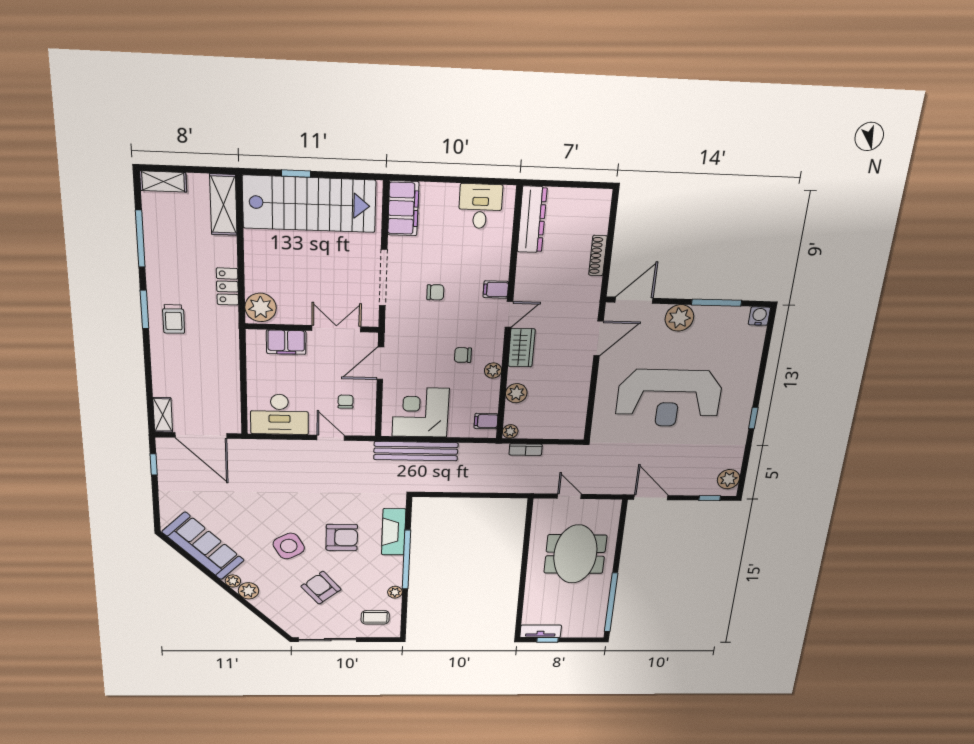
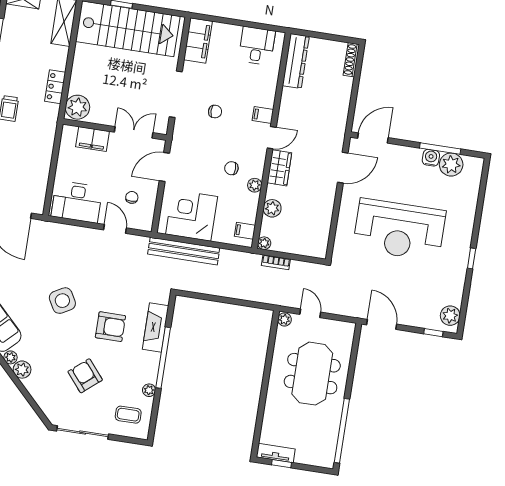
shoe rack: (598, 256) -> (351, 60), moved
water cooler: (759, 316) -> (431, 158), moved
plant: (679, 318) -> (451, 165), moved
plant: (540, 506) -> (285, 319), added
side table: (289, 546) -> (62, 301), moved

